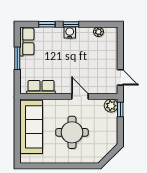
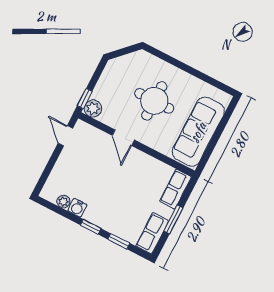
water cooler: (70, 32) -> (77, 208), moved
row of seats: (41, 87) -> (175, 189), moved, turned 90

